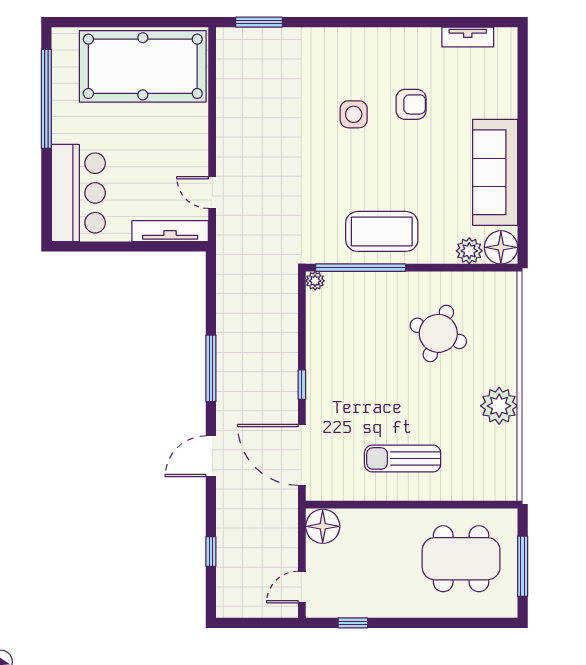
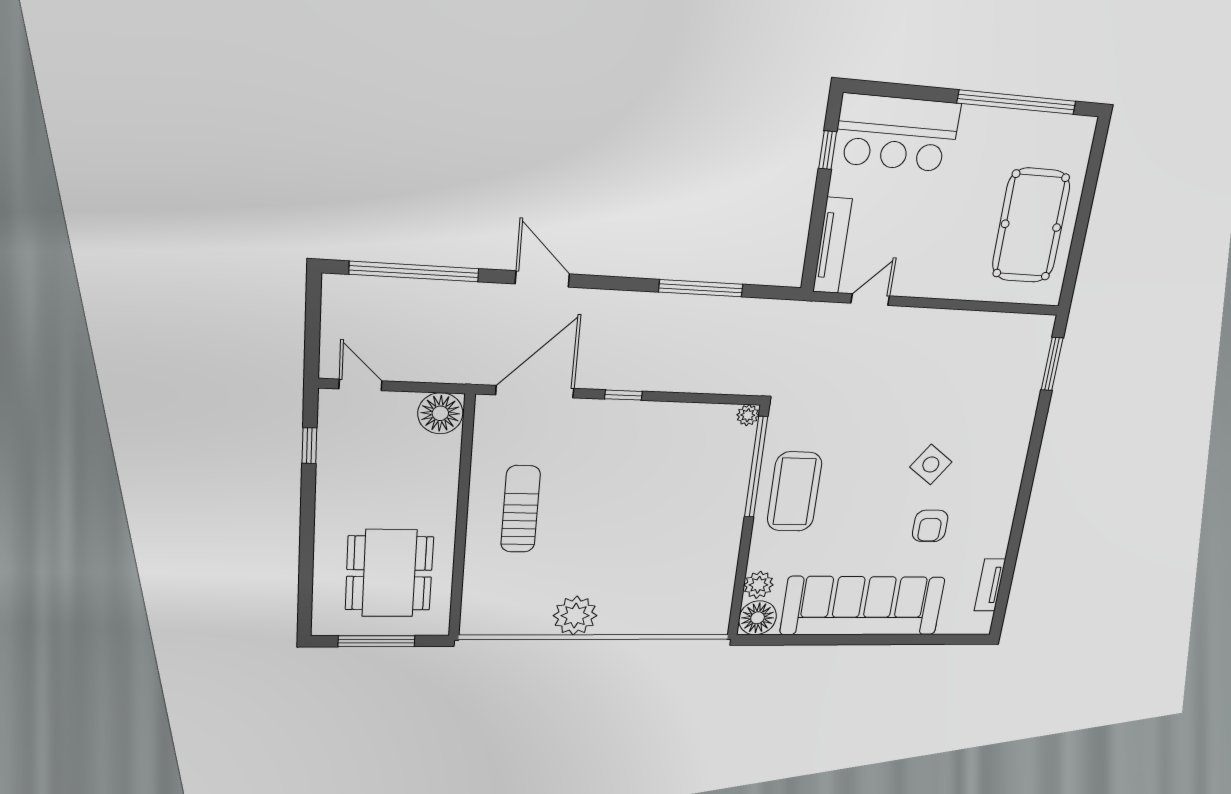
pool table: (143, 66) -> (1031, 226), width x0.73, depth x0.76
side table: (354, 114) -> (931, 464), turned 36
sofa: (495, 172) -> (863, 606), width x1.36, depth x1.27
window: (96, 247) -> (828, 150), added
round table: (438, 333) -> (668, 551), removed
window: (211, 368) -> (701, 288), moved
window: (211, 551) -> (414, 271), width x3.17

